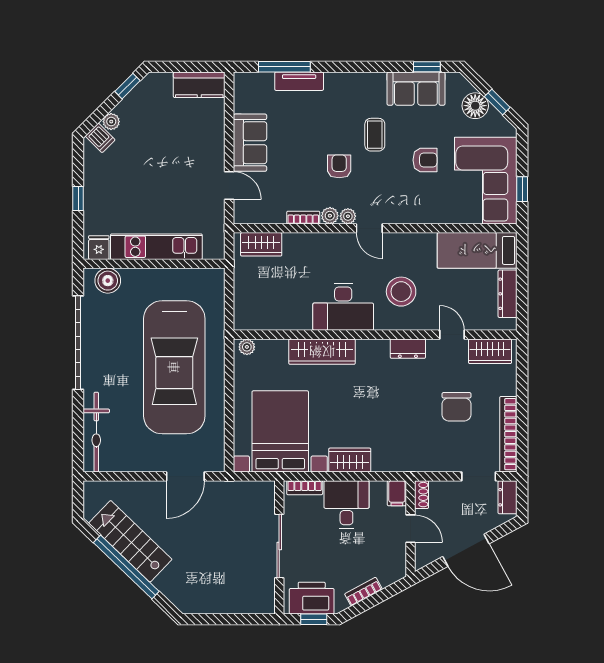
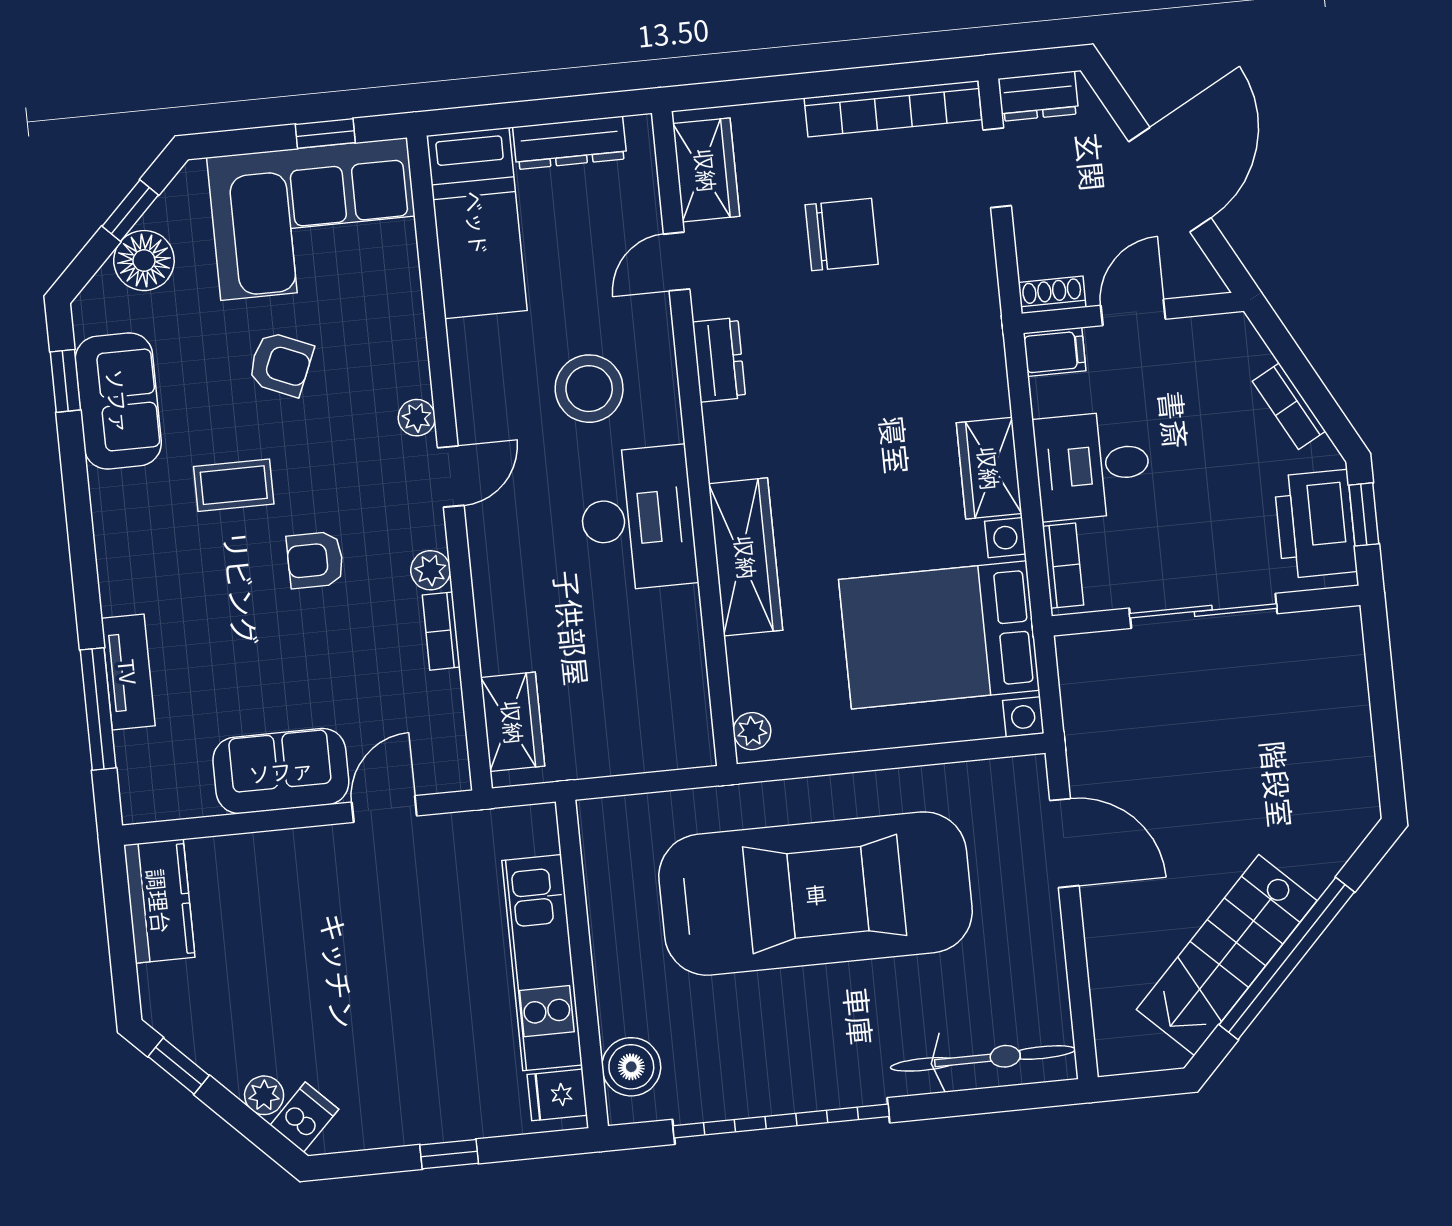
armchair: (425, 160) -> (281, 364), turned 113
plant: (348, 216) -> (417, 418), moved

